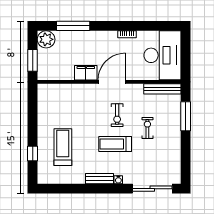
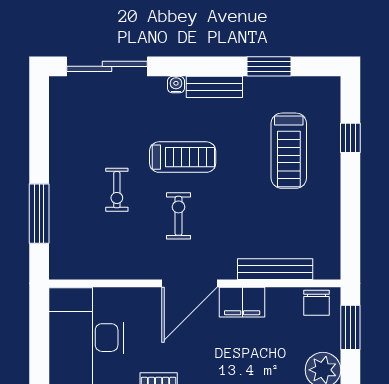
chair: (49, 72) -> (316, 303), added
bench: (162, 89) -> (275, 269), moved
window: (73, 189) -> (269, 66), added

